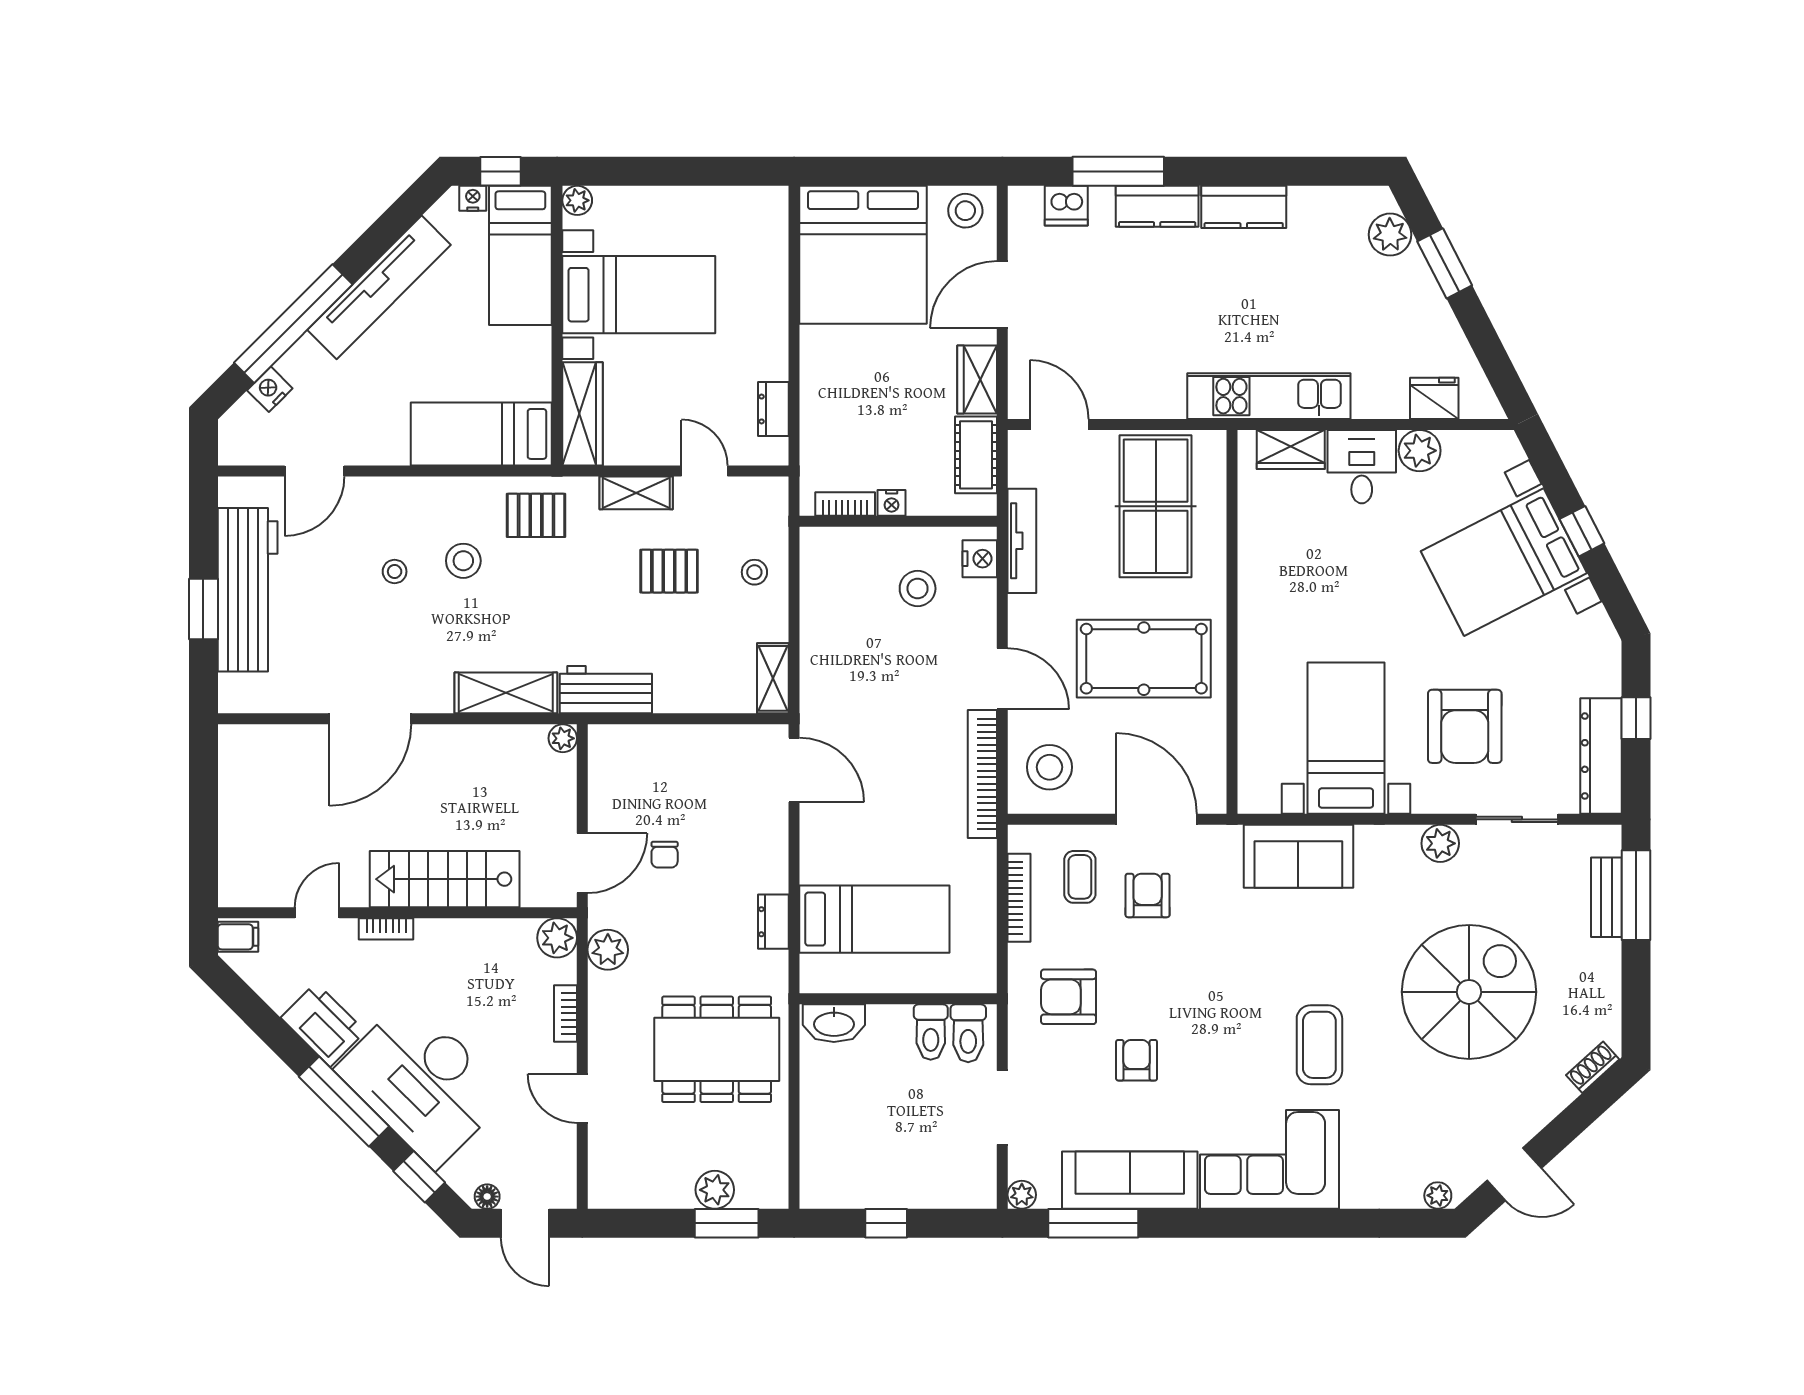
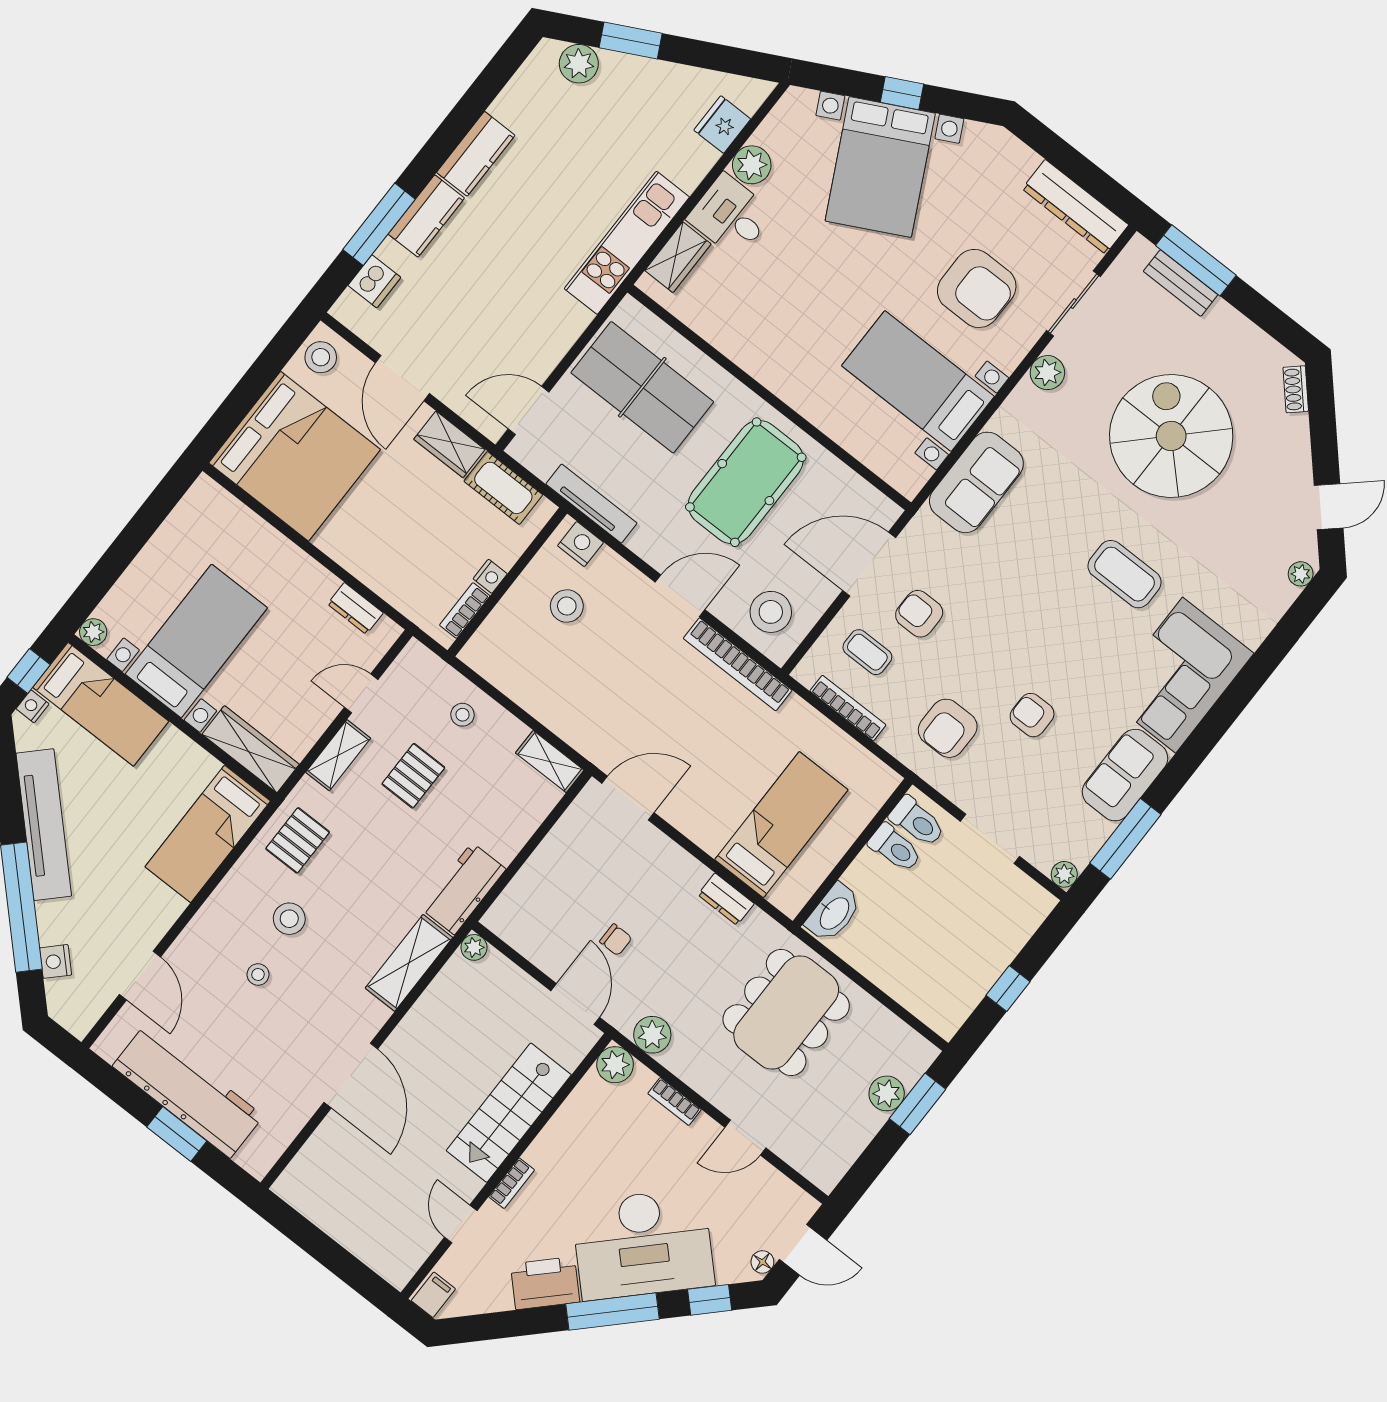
window: (1636, 718) -> (1068, 160), removed
sofa: (1130, 1180) -> (1125, 775), width x0.73

